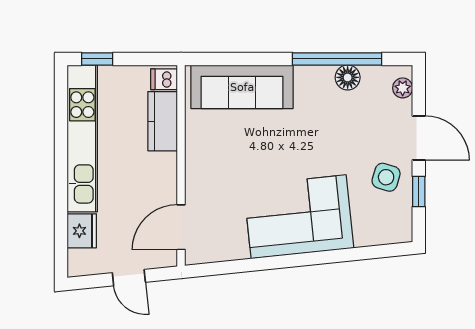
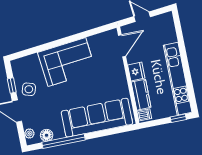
floor lamp: (348, 77) -> (47, 135), moved
sofa: (242, 87) -> (97, 118), width x1.36, depth x1.27
fridge: (82, 231) -> (136, 71), moved, turned 180

